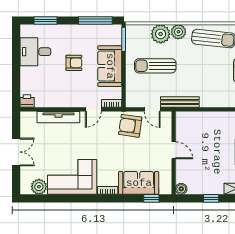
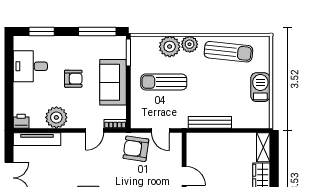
plant: (59, 98) -> (56, 117), added
bench: (180, 102) -> (210, 122), moved
tv unit: (58, 117) -> (37, 139), moved

